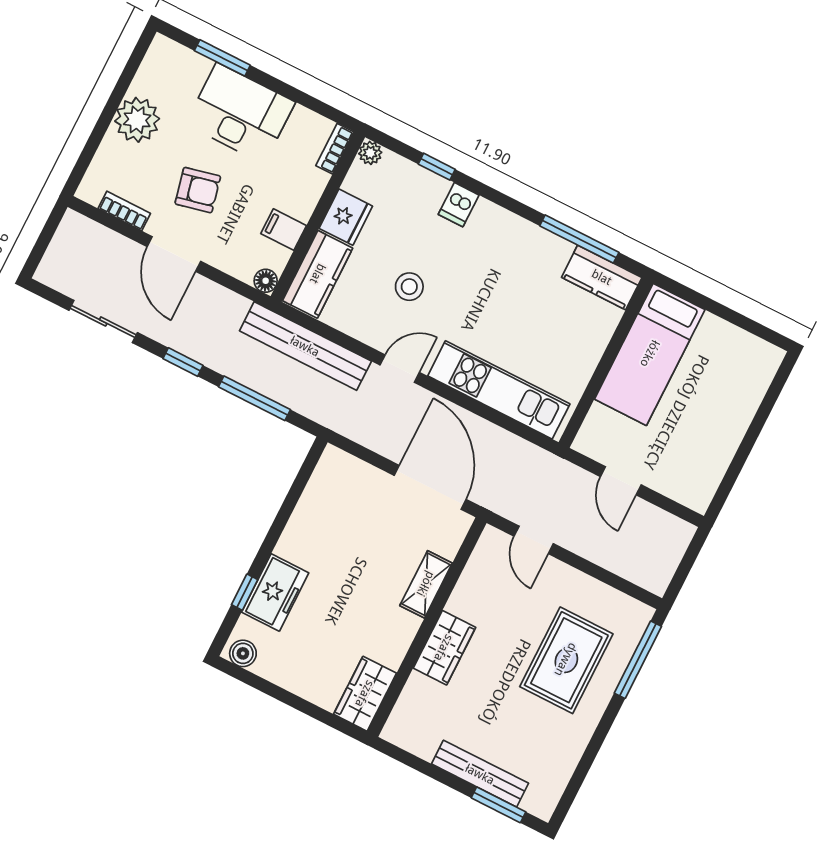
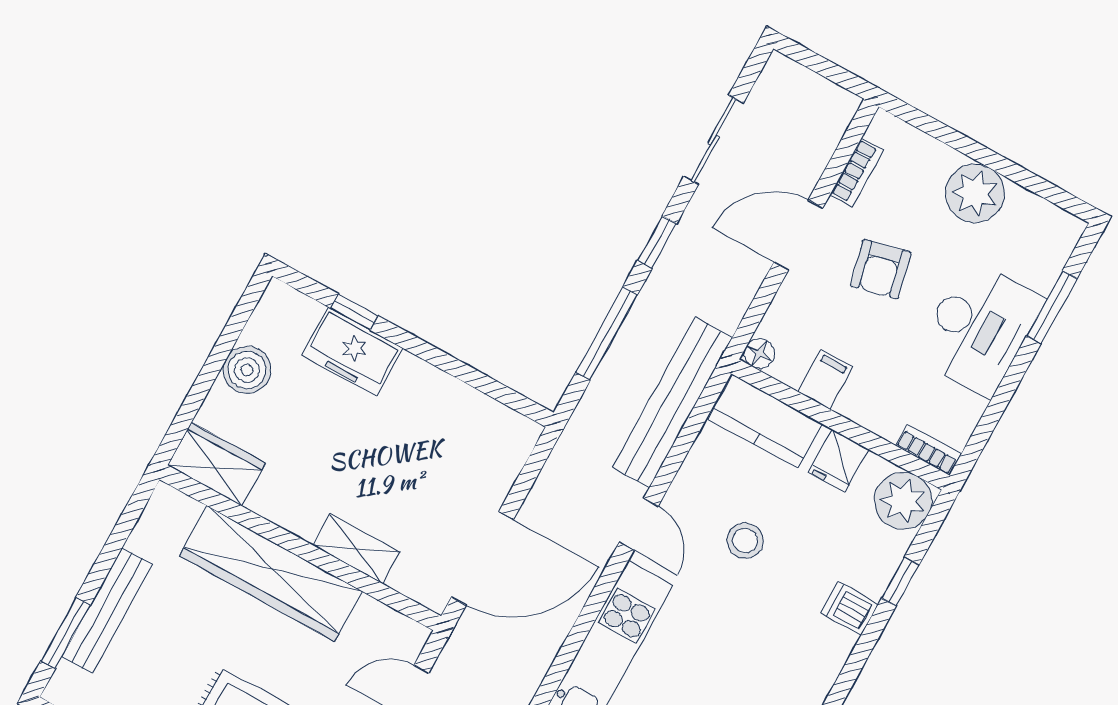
plant: (370, 153) -> (903, 501), width x1.88, depth x1.88
fridge: (346, 217) -> (838, 461), width x0.72
wardrobe: (444, 648) -> (271, 573), width x2.10, depth x1.17
boiler: (243, 653) -> (247, 370), moved, width x1.36, depth x1.36

